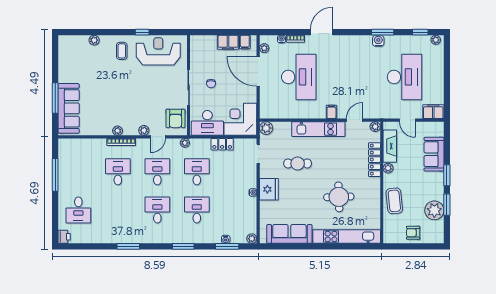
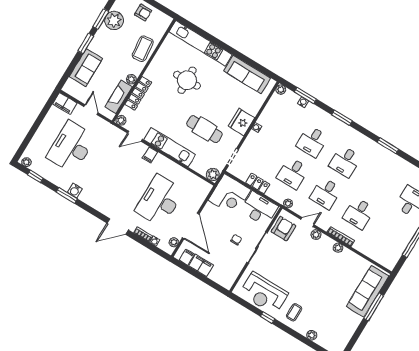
cafe table: (298, 163) -> (204, 129), width x1.37, depth x1.35

